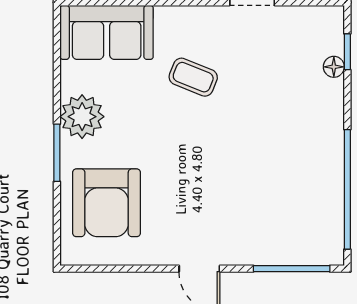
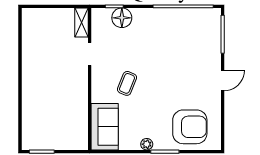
floor lamp: (334, 67) -> (122, 18), width x1.89, depth x1.89
plant: (82, 117) -> (147, 144), width x0.53, depth x0.53

